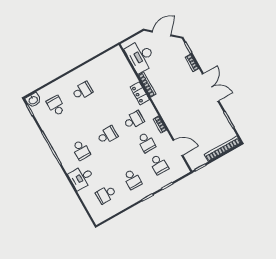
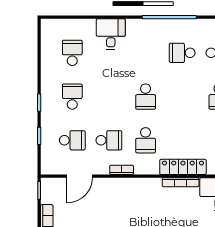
locker: (140, 93) -> (183, 167), width x1.53
school desk: (146, 142) -> (109, 140), turned 180
school desk: (81, 150) -> (182, 53), moved
school desk: (159, 164) -> (72, 140), turned 180
school desk: (132, 179) -> (72, 97), turned 90

